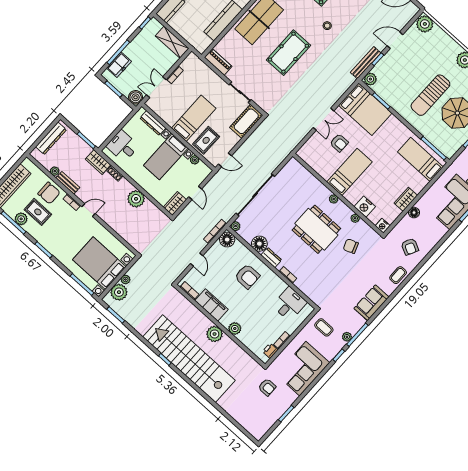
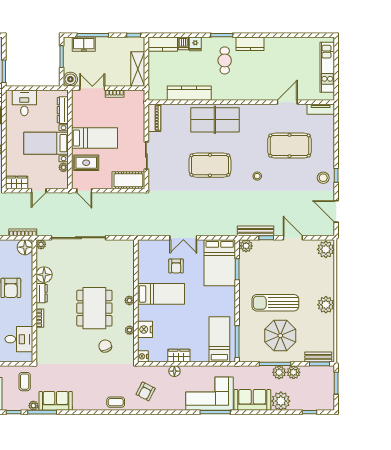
sofa: (371, 303) -> (56, 401), moved

